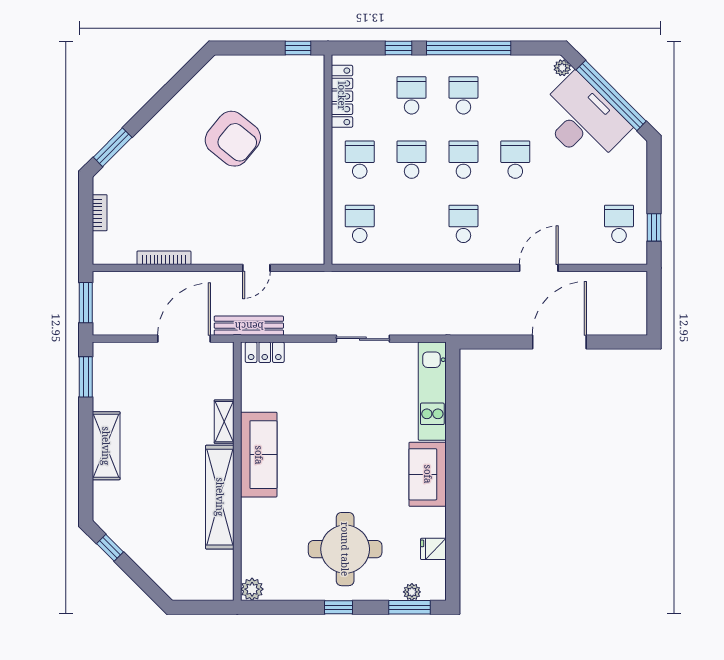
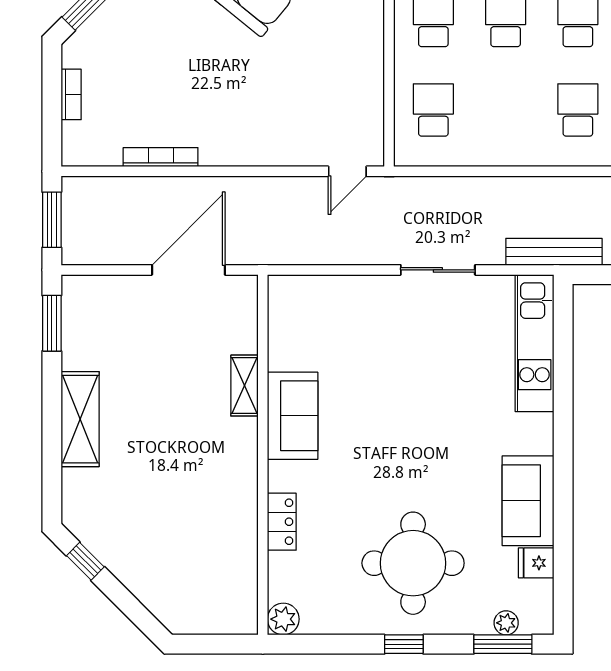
door: (256, 268) -> (347, 171), moved
bench: (249, 326) -> (554, 252), moved
locker: (265, 352) -> (282, 522), moved, turned -90
sofa: (259, 455) -> (293, 416), width x0.73
sofa: (428, 474) -> (528, 501), moved
shelving: (220, 497) -> (238, 491), removed

